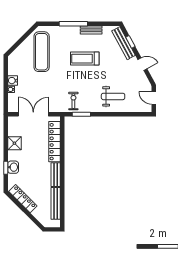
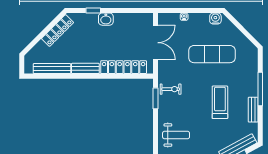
exercise mat: (42, 52) -> (212, 54), moved
water cooler: (13, 81) -> (215, 19), moved
weight bench: (113, 96) -> (176, 135), turned -90
shower: (14, 143) -> (122, 21), removed
washbasin: (13, 167) -> (106, 19), moved

